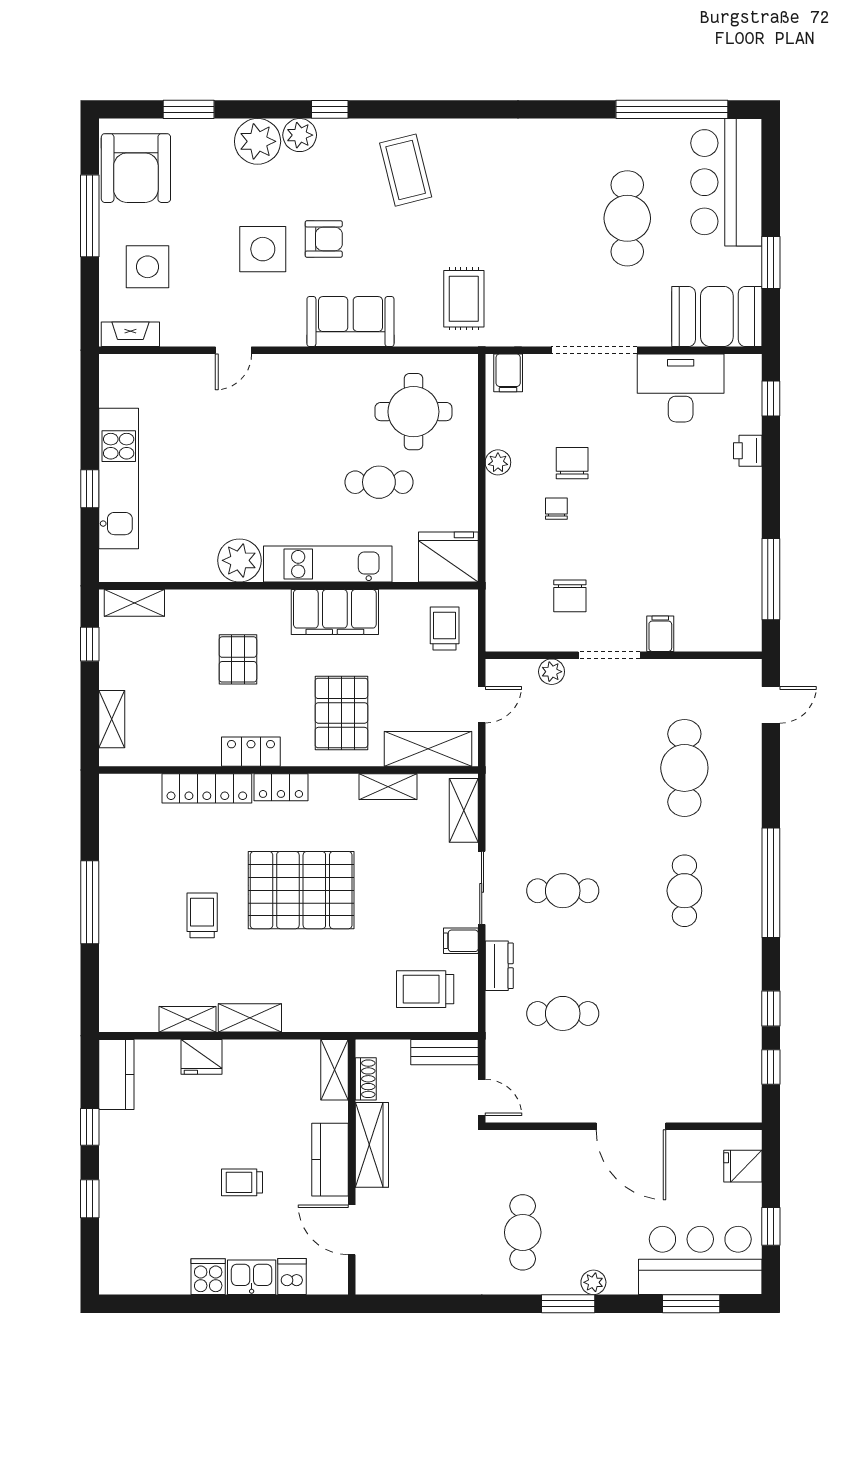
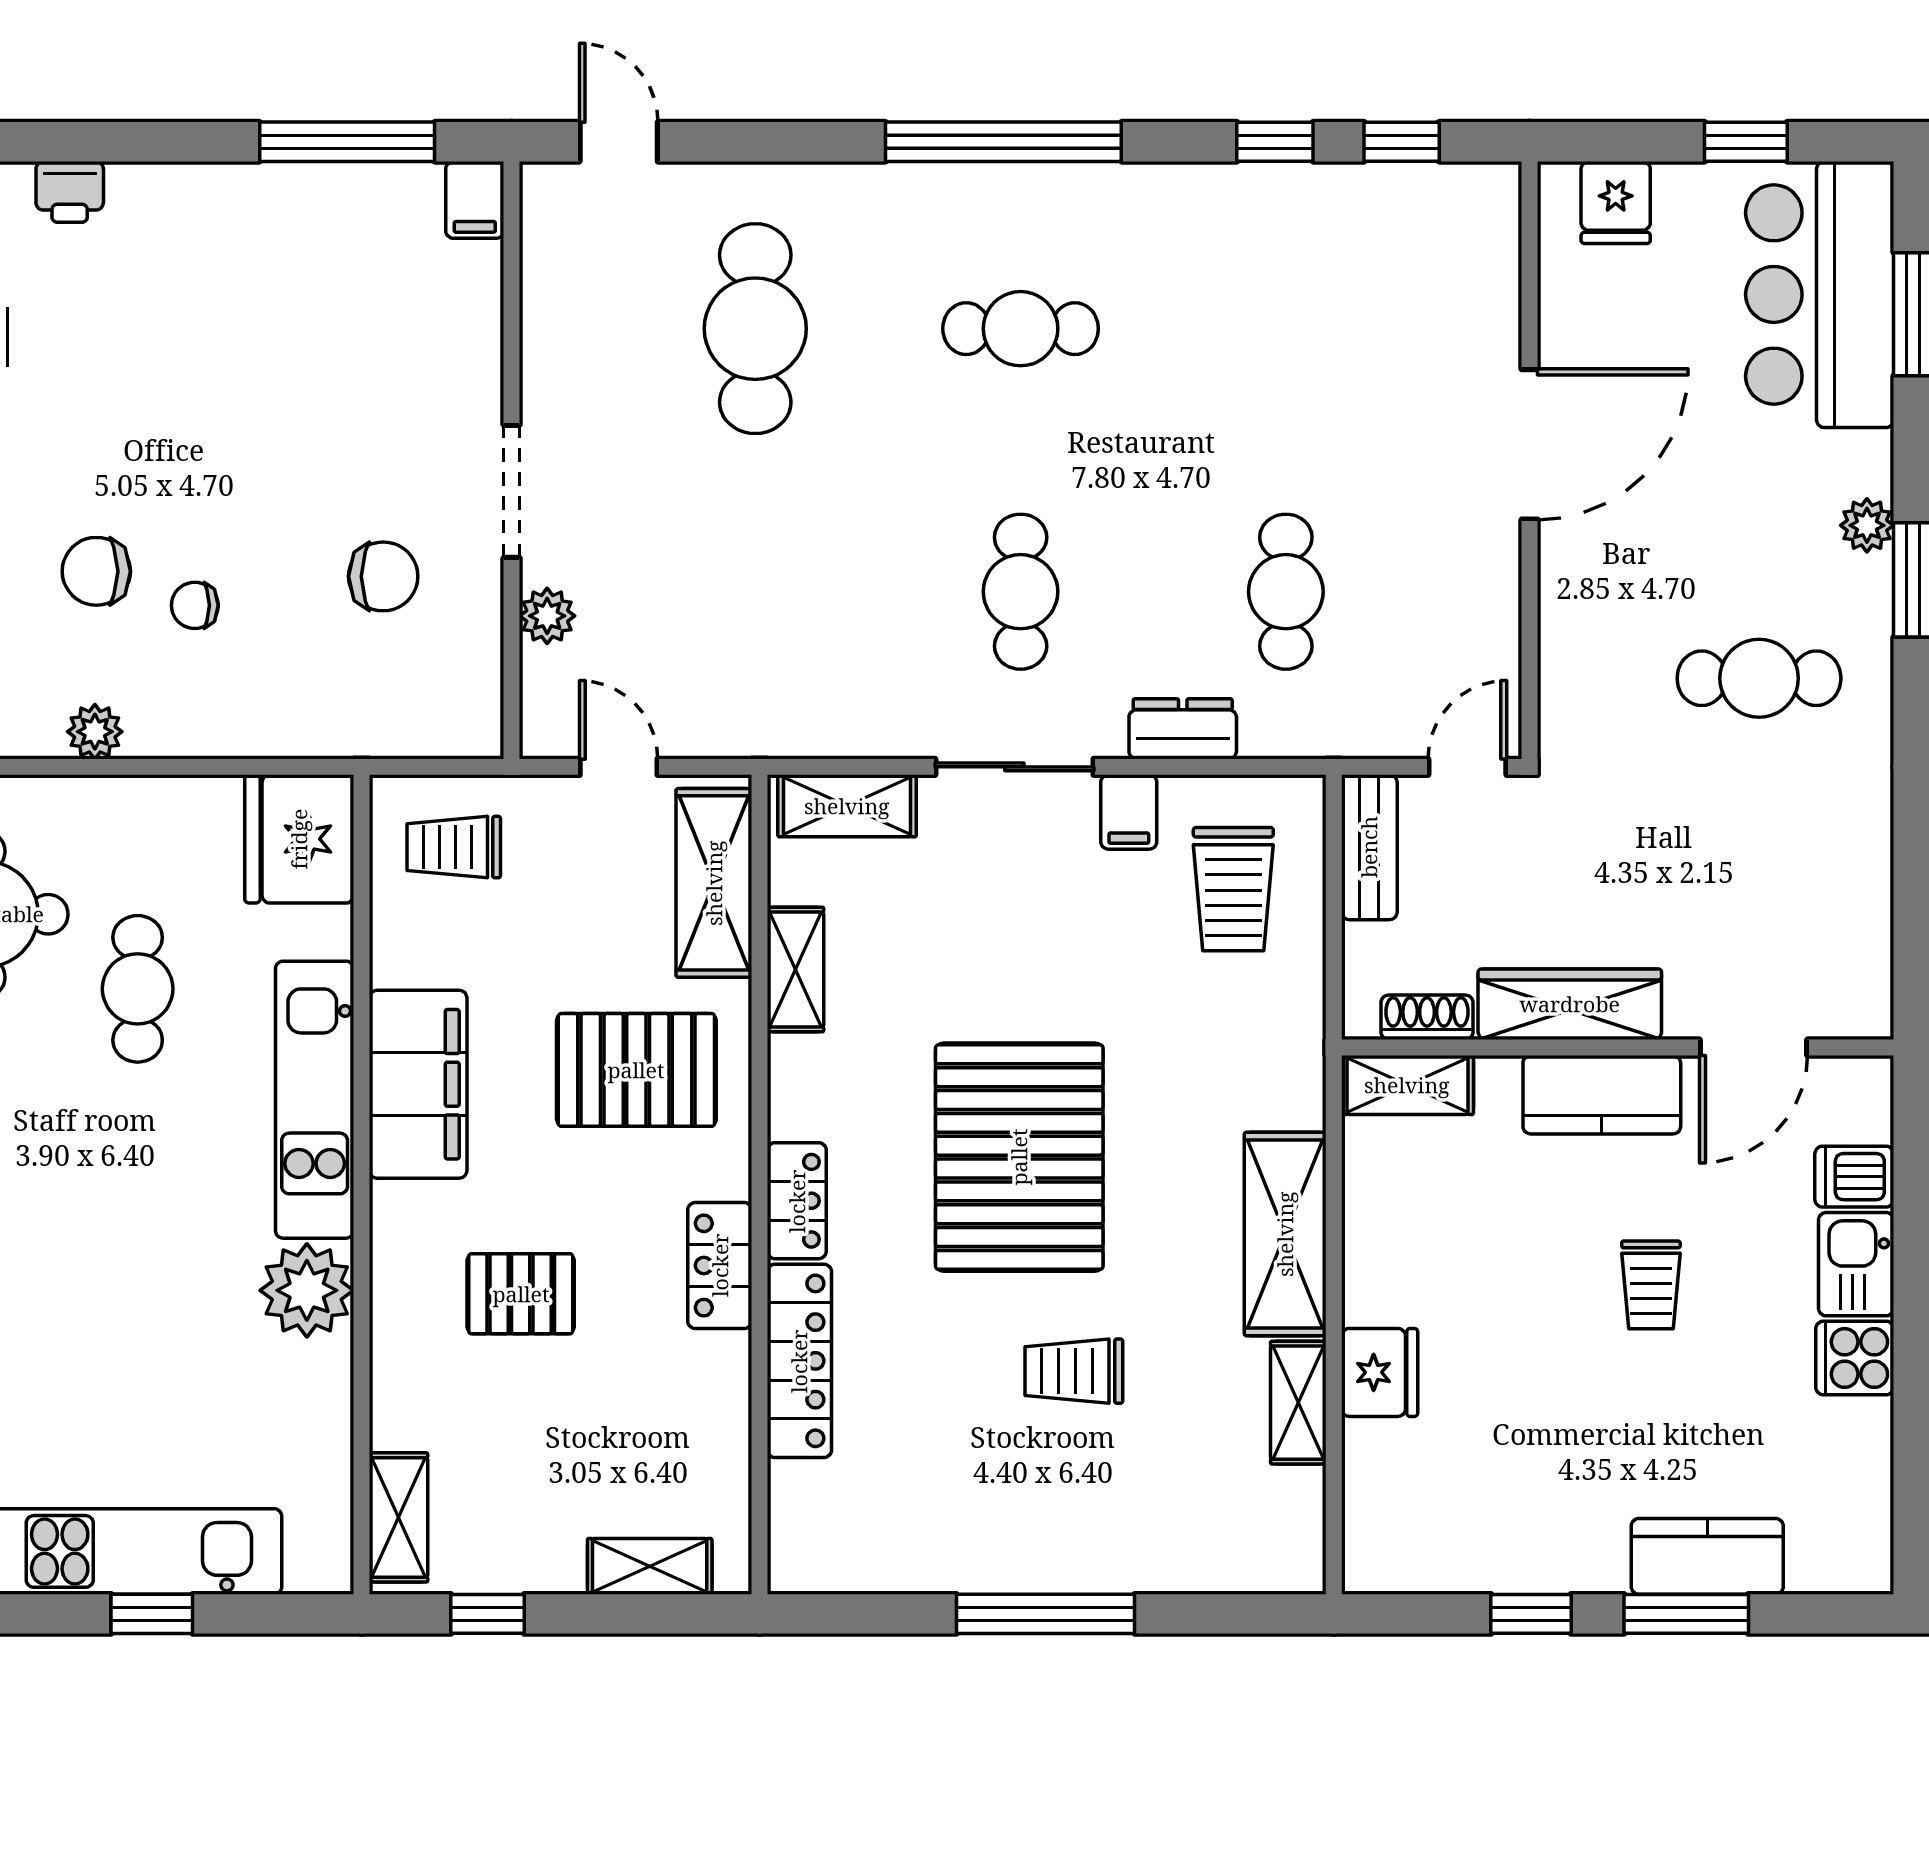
filing cabinet: (660, 634) -> (475, 200), moved, turned -90
cafe table: (684, 768) -> (755, 329), turned 90
shelving: (250, 1018) -> (1285, 1234), width x1.50, depth x1.33
kitchen counter: (116, 1074) -> (1707, 1556), moved
window: (90, 1199) -> (1686, 1614), width x1.50

